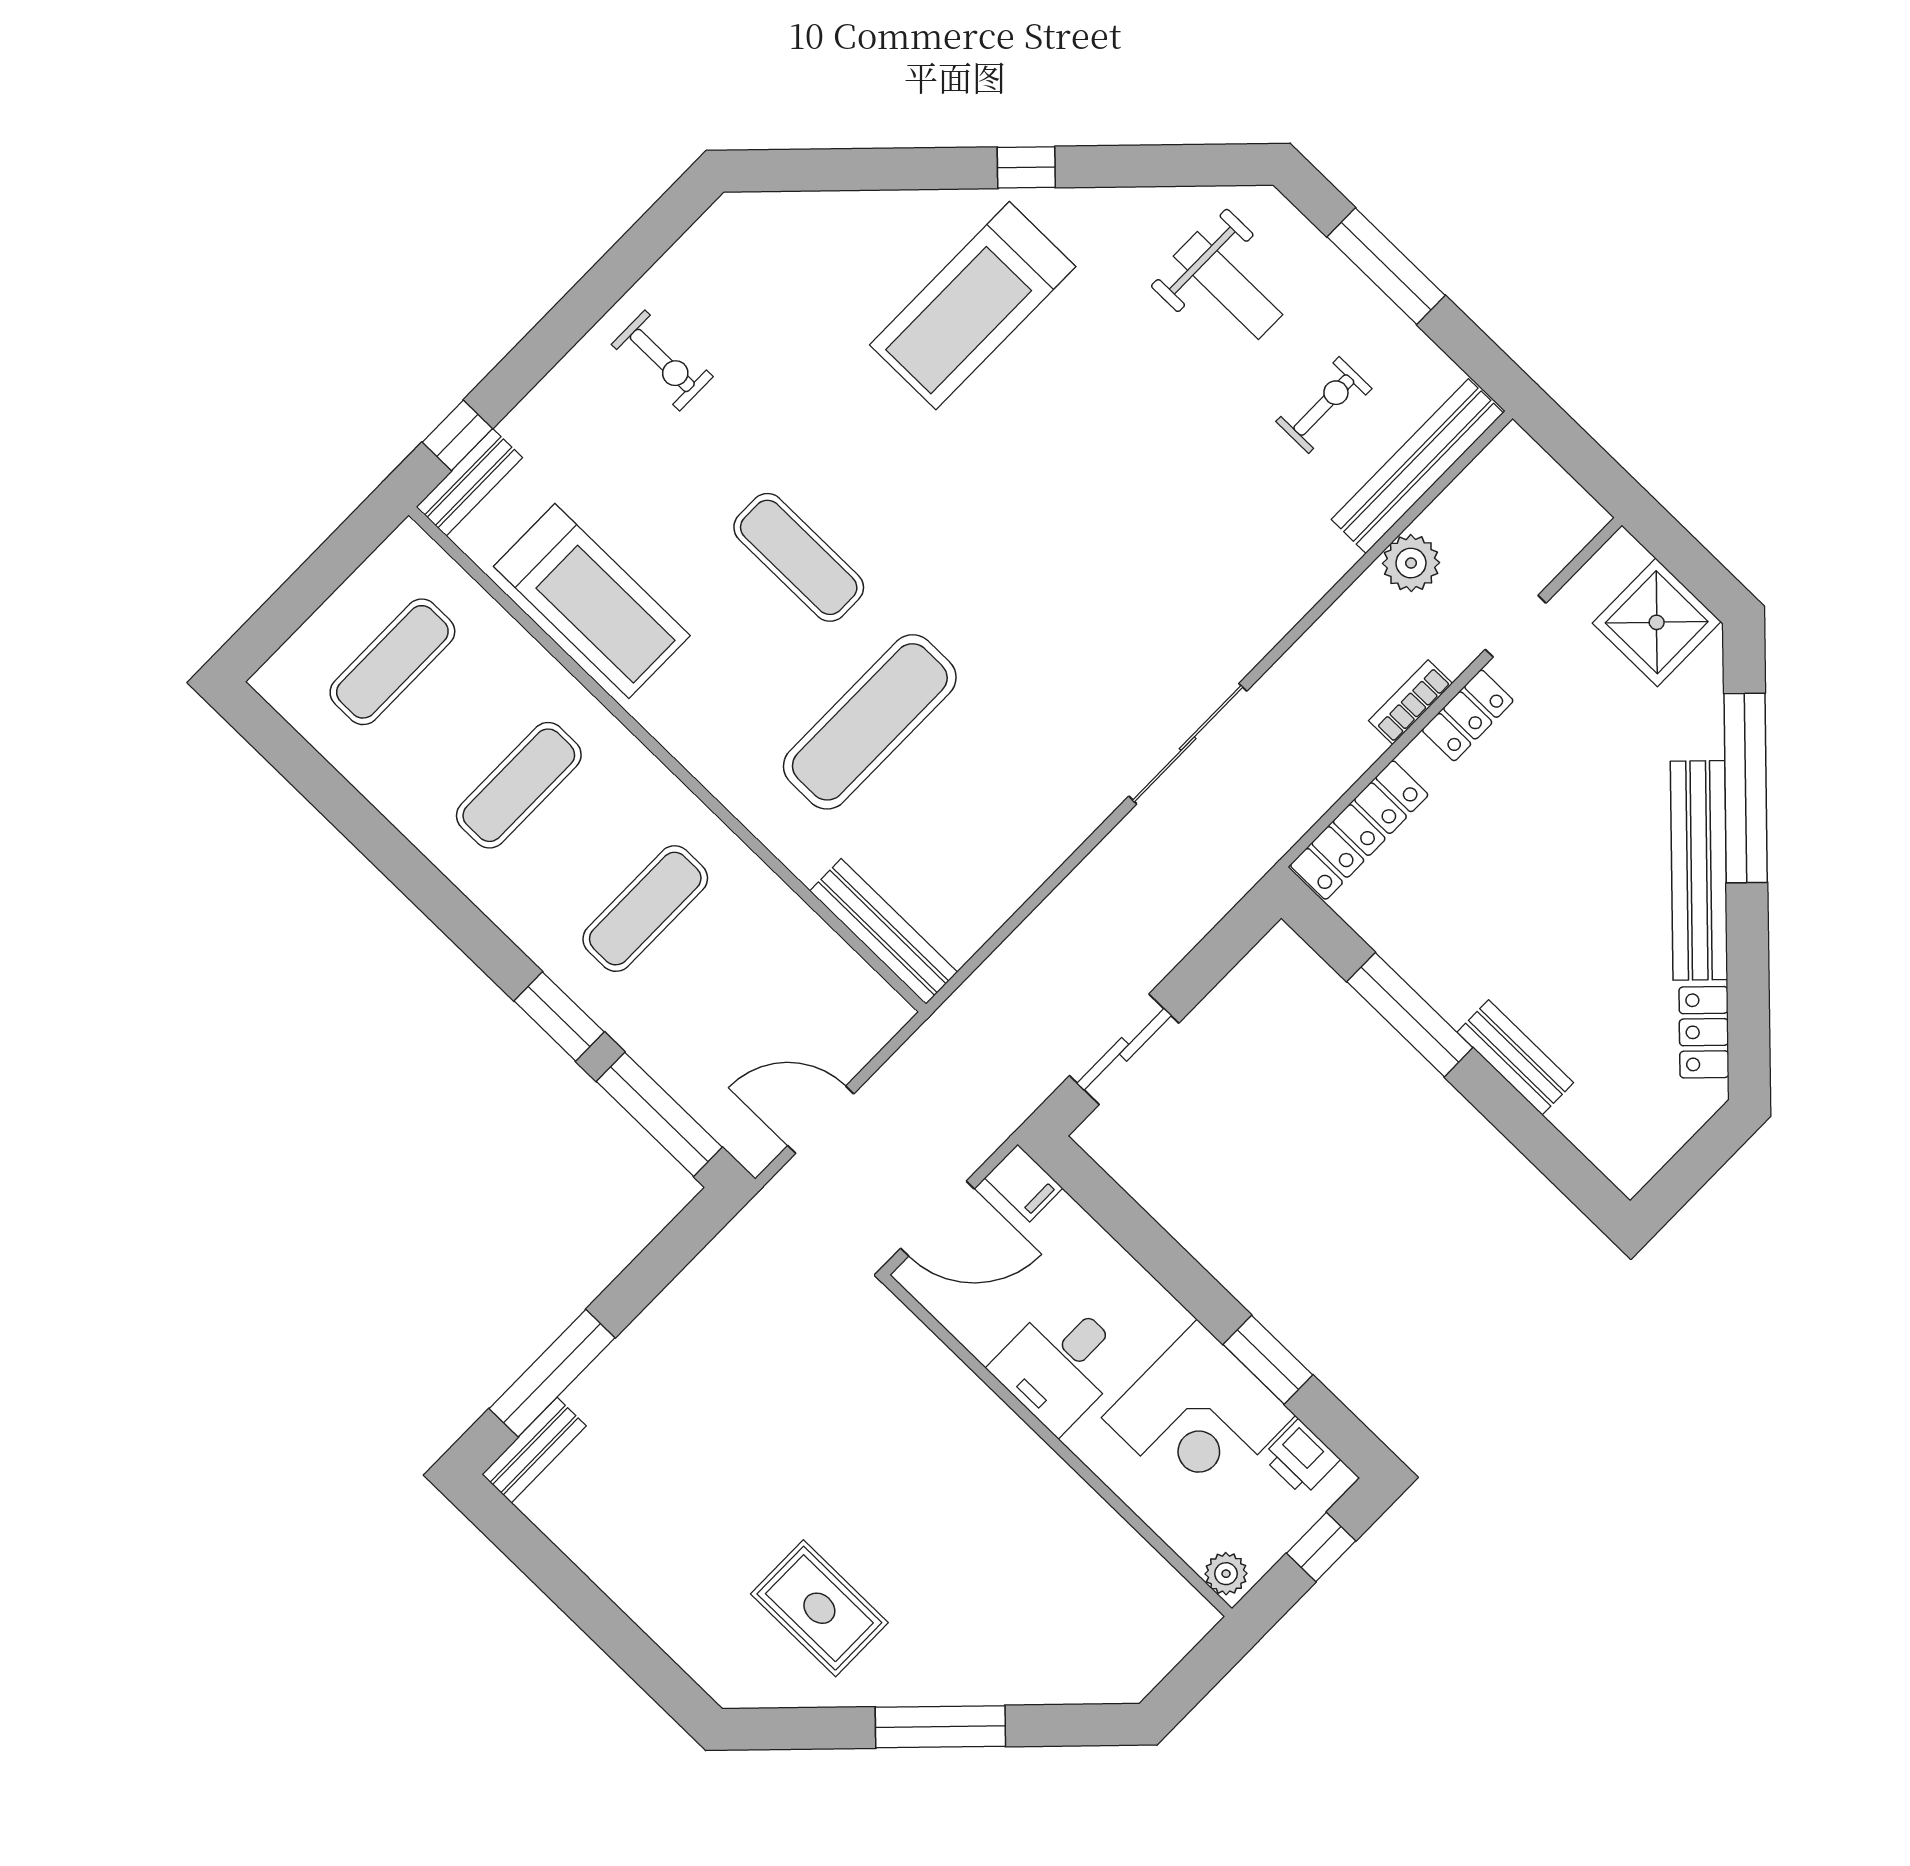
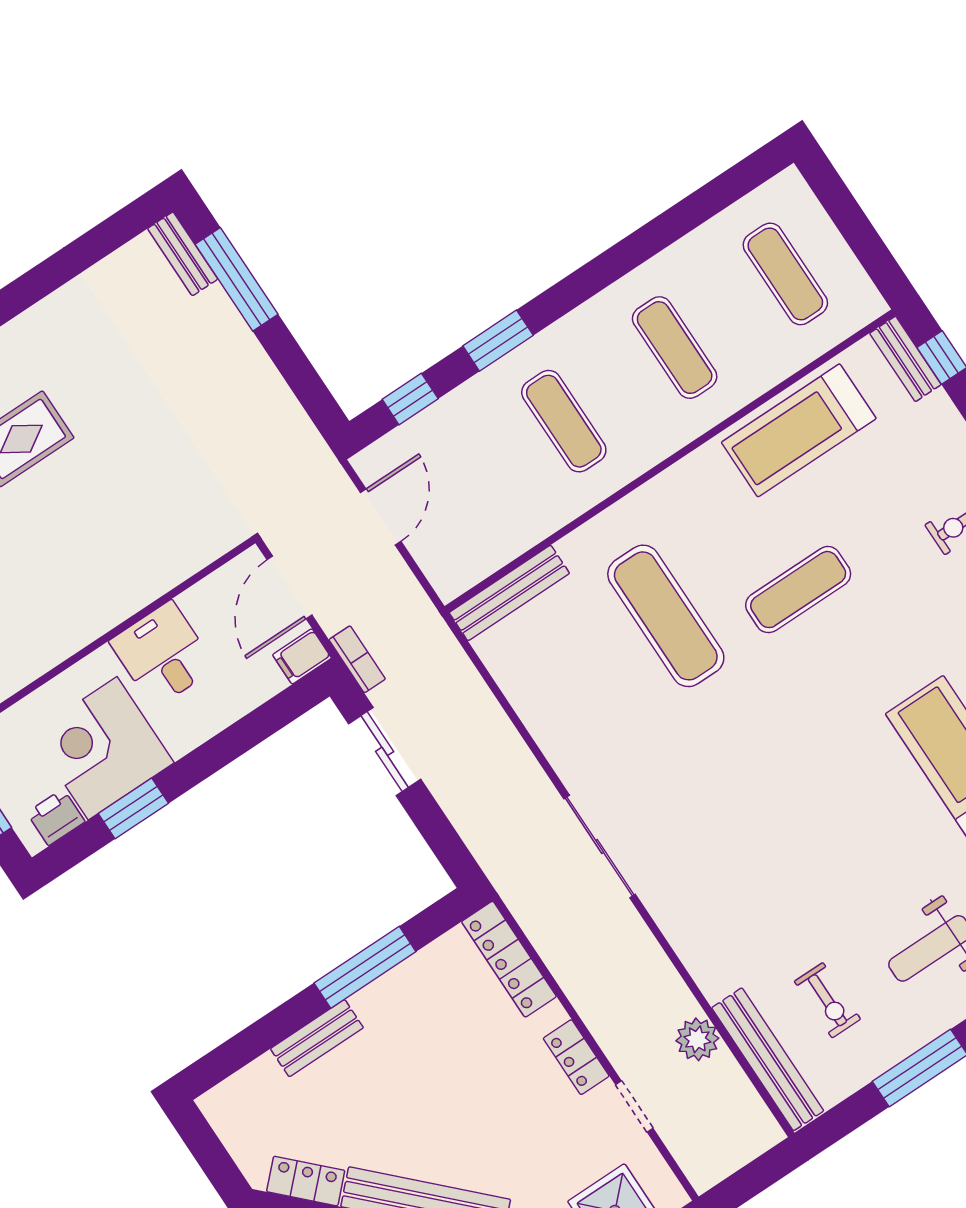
bookcase: (1411, 702) -> (357, 659), moved
window: (659, 1114) -> (410, 399), width x0.46

